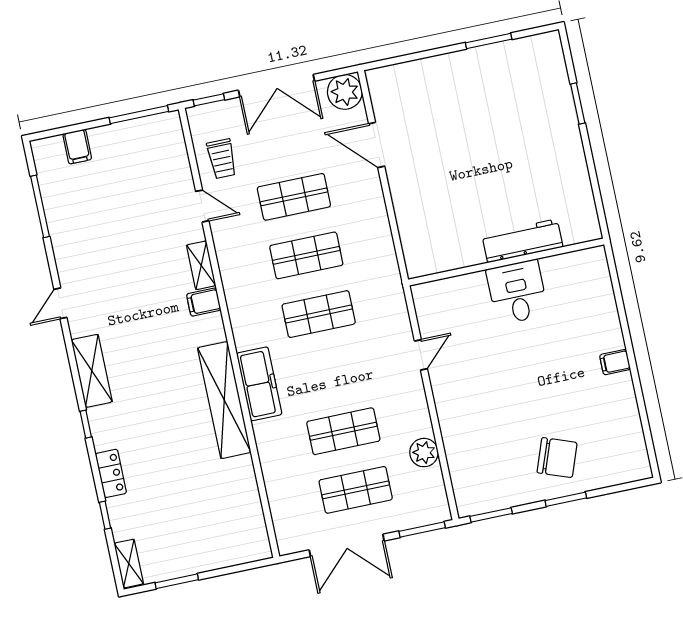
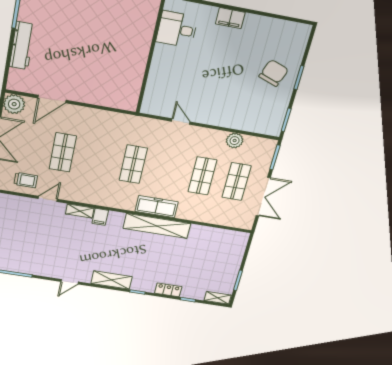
workbench: (522, 241) -> (22, 46), moved, turned 180
shop shelf: (306, 255) -> (98, 158), removed
desk: (517, 292) -> (177, 29), moved
door: (60, 303) -> (70, 282), hinge flipped
filing cabinet: (615, 362) -> (230, 18), width x2.00

